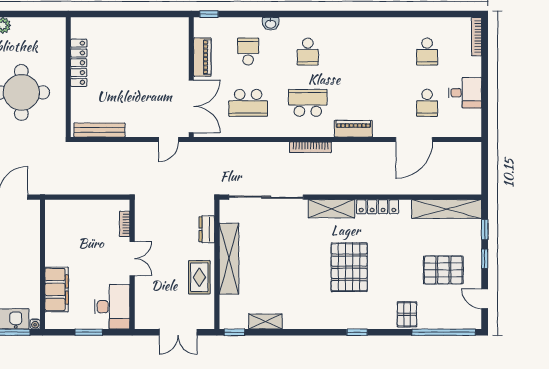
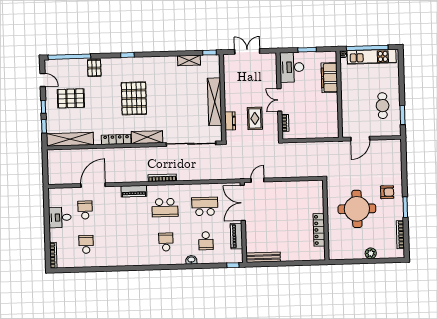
bench: (99, 130) -> (263, 257), moved
rug: (199, 277) -> (255, 118), moved

